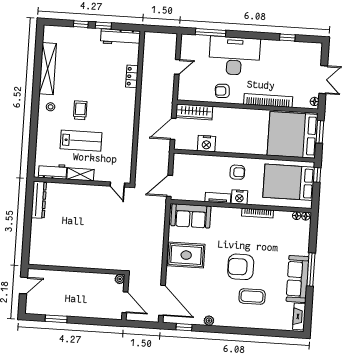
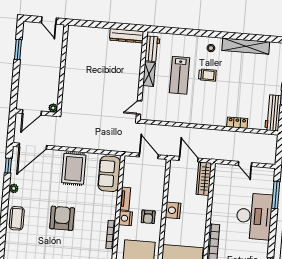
armchair: (222, 91) -> (222, 205), removed
nightstand: (207, 144) -> (173, 210), moved
door: (169, 186) -> (149, 156), moved
coffee table: (252, 297) -> (17, 218), moved

